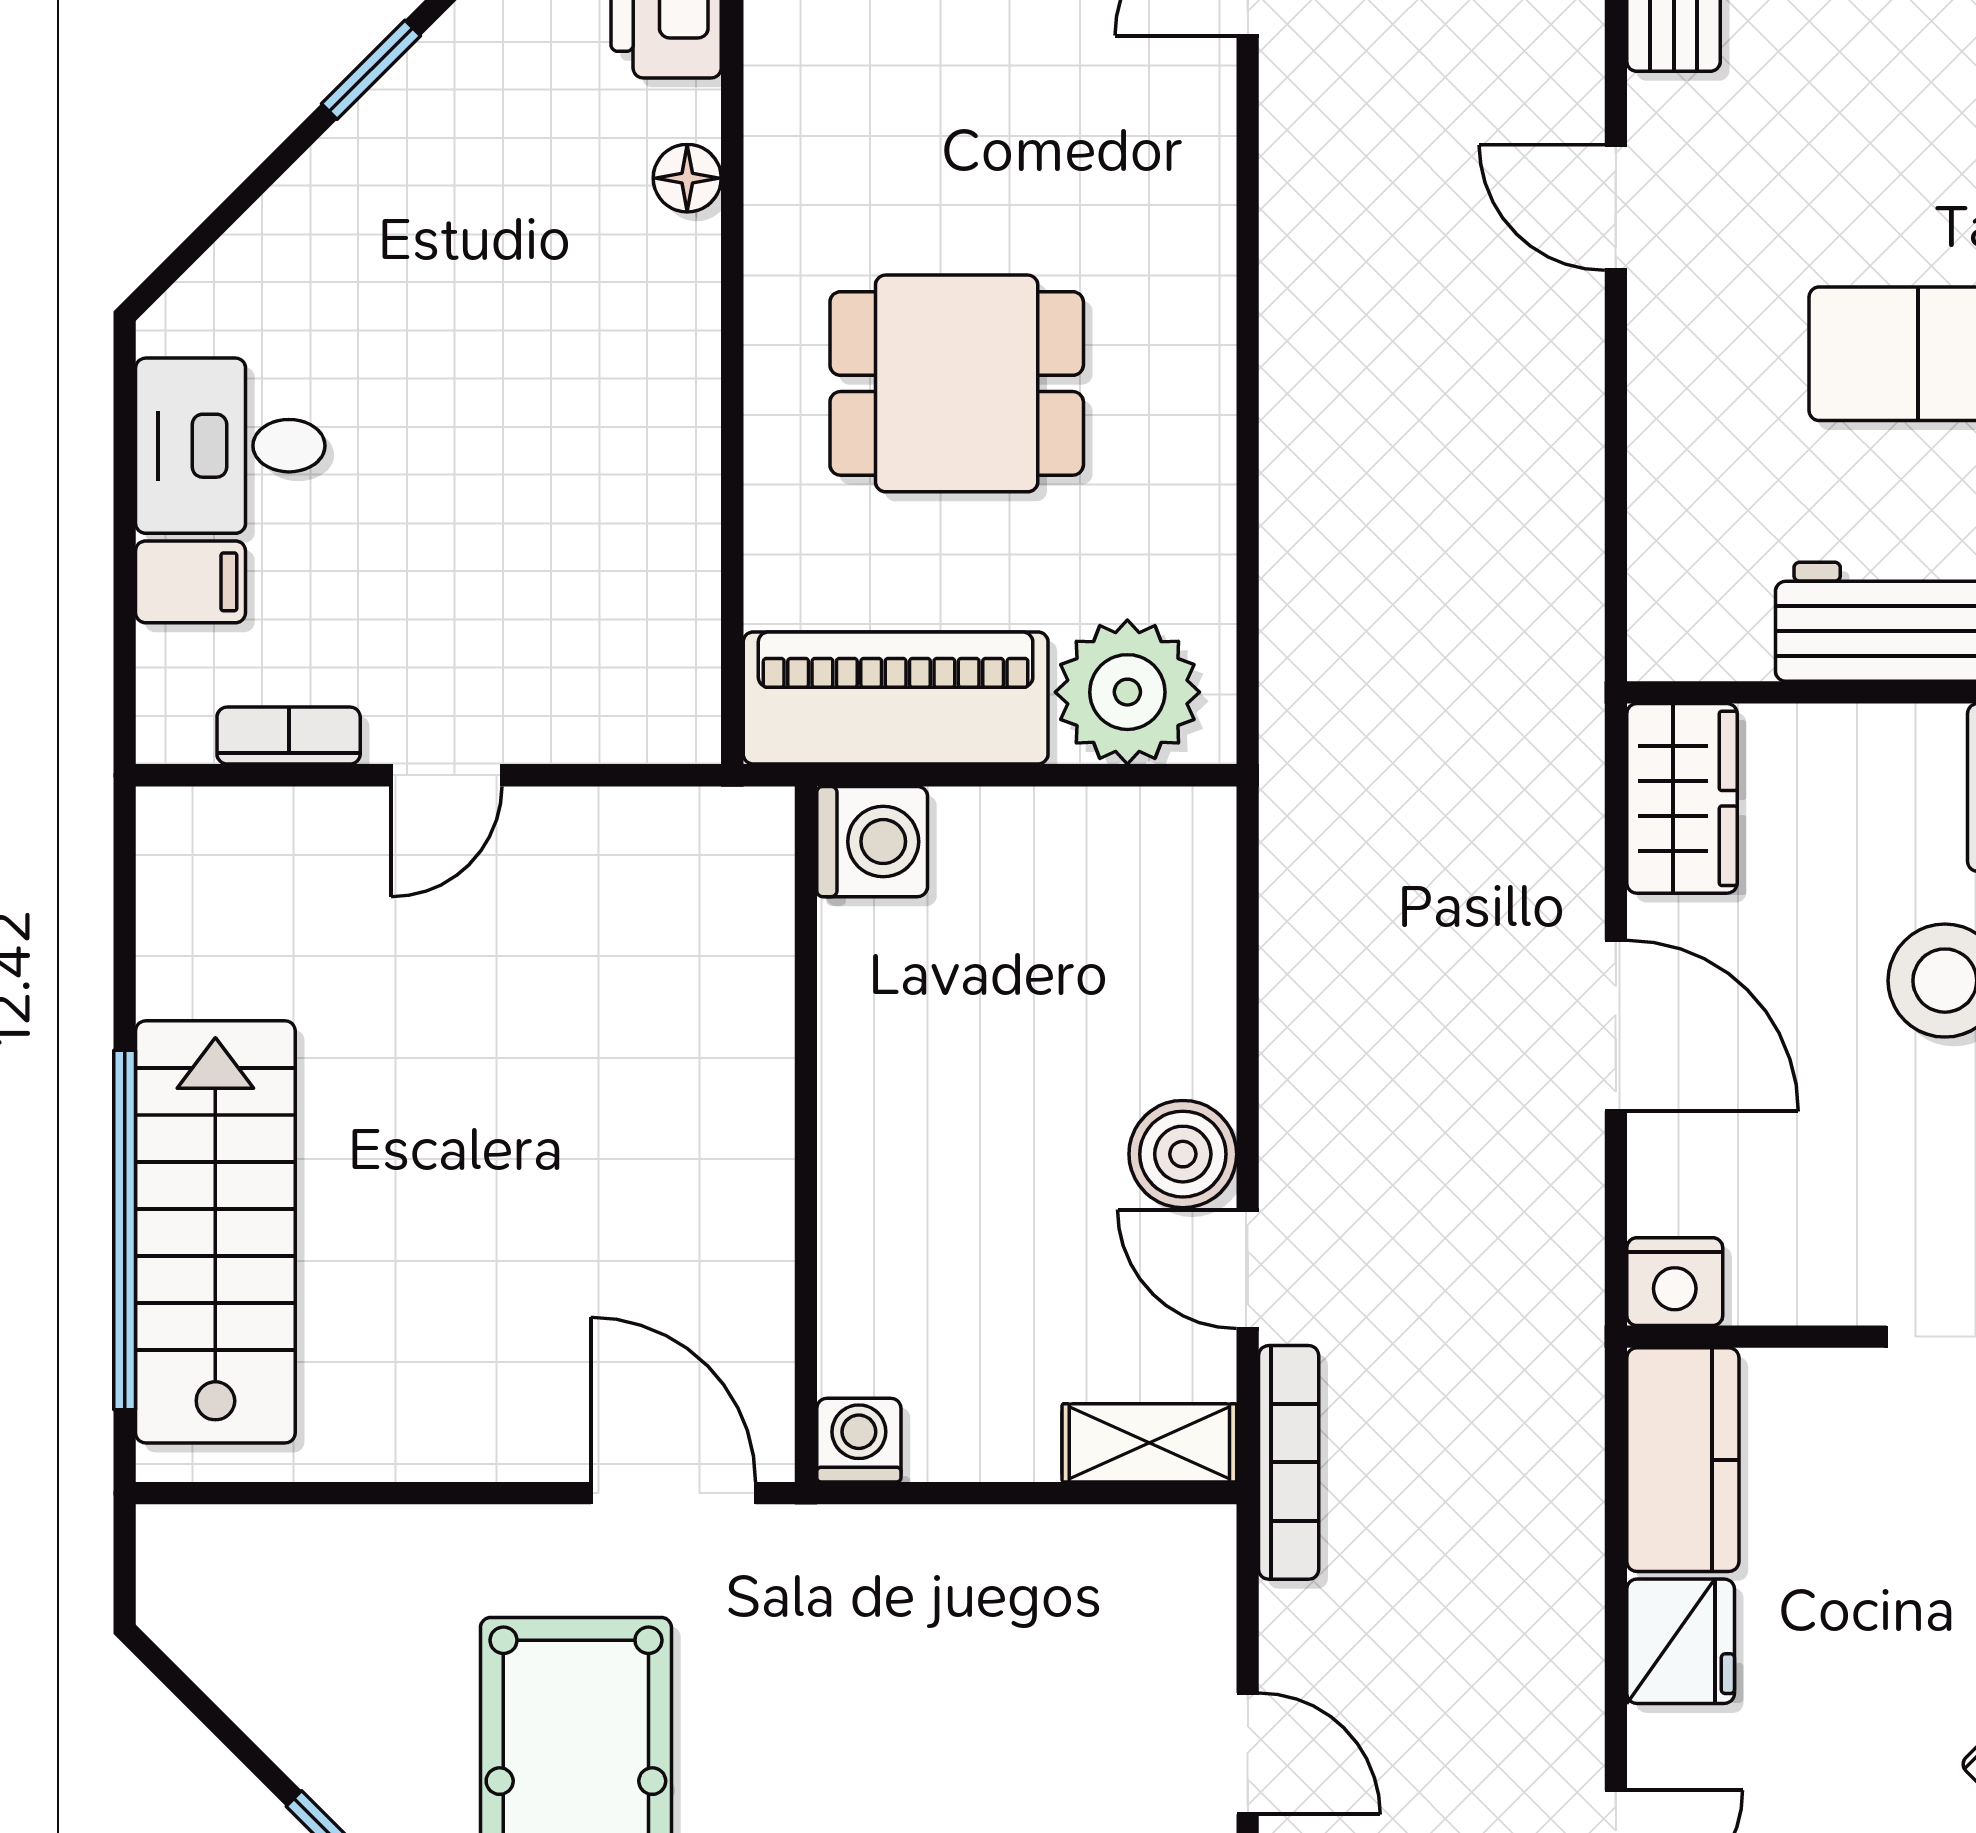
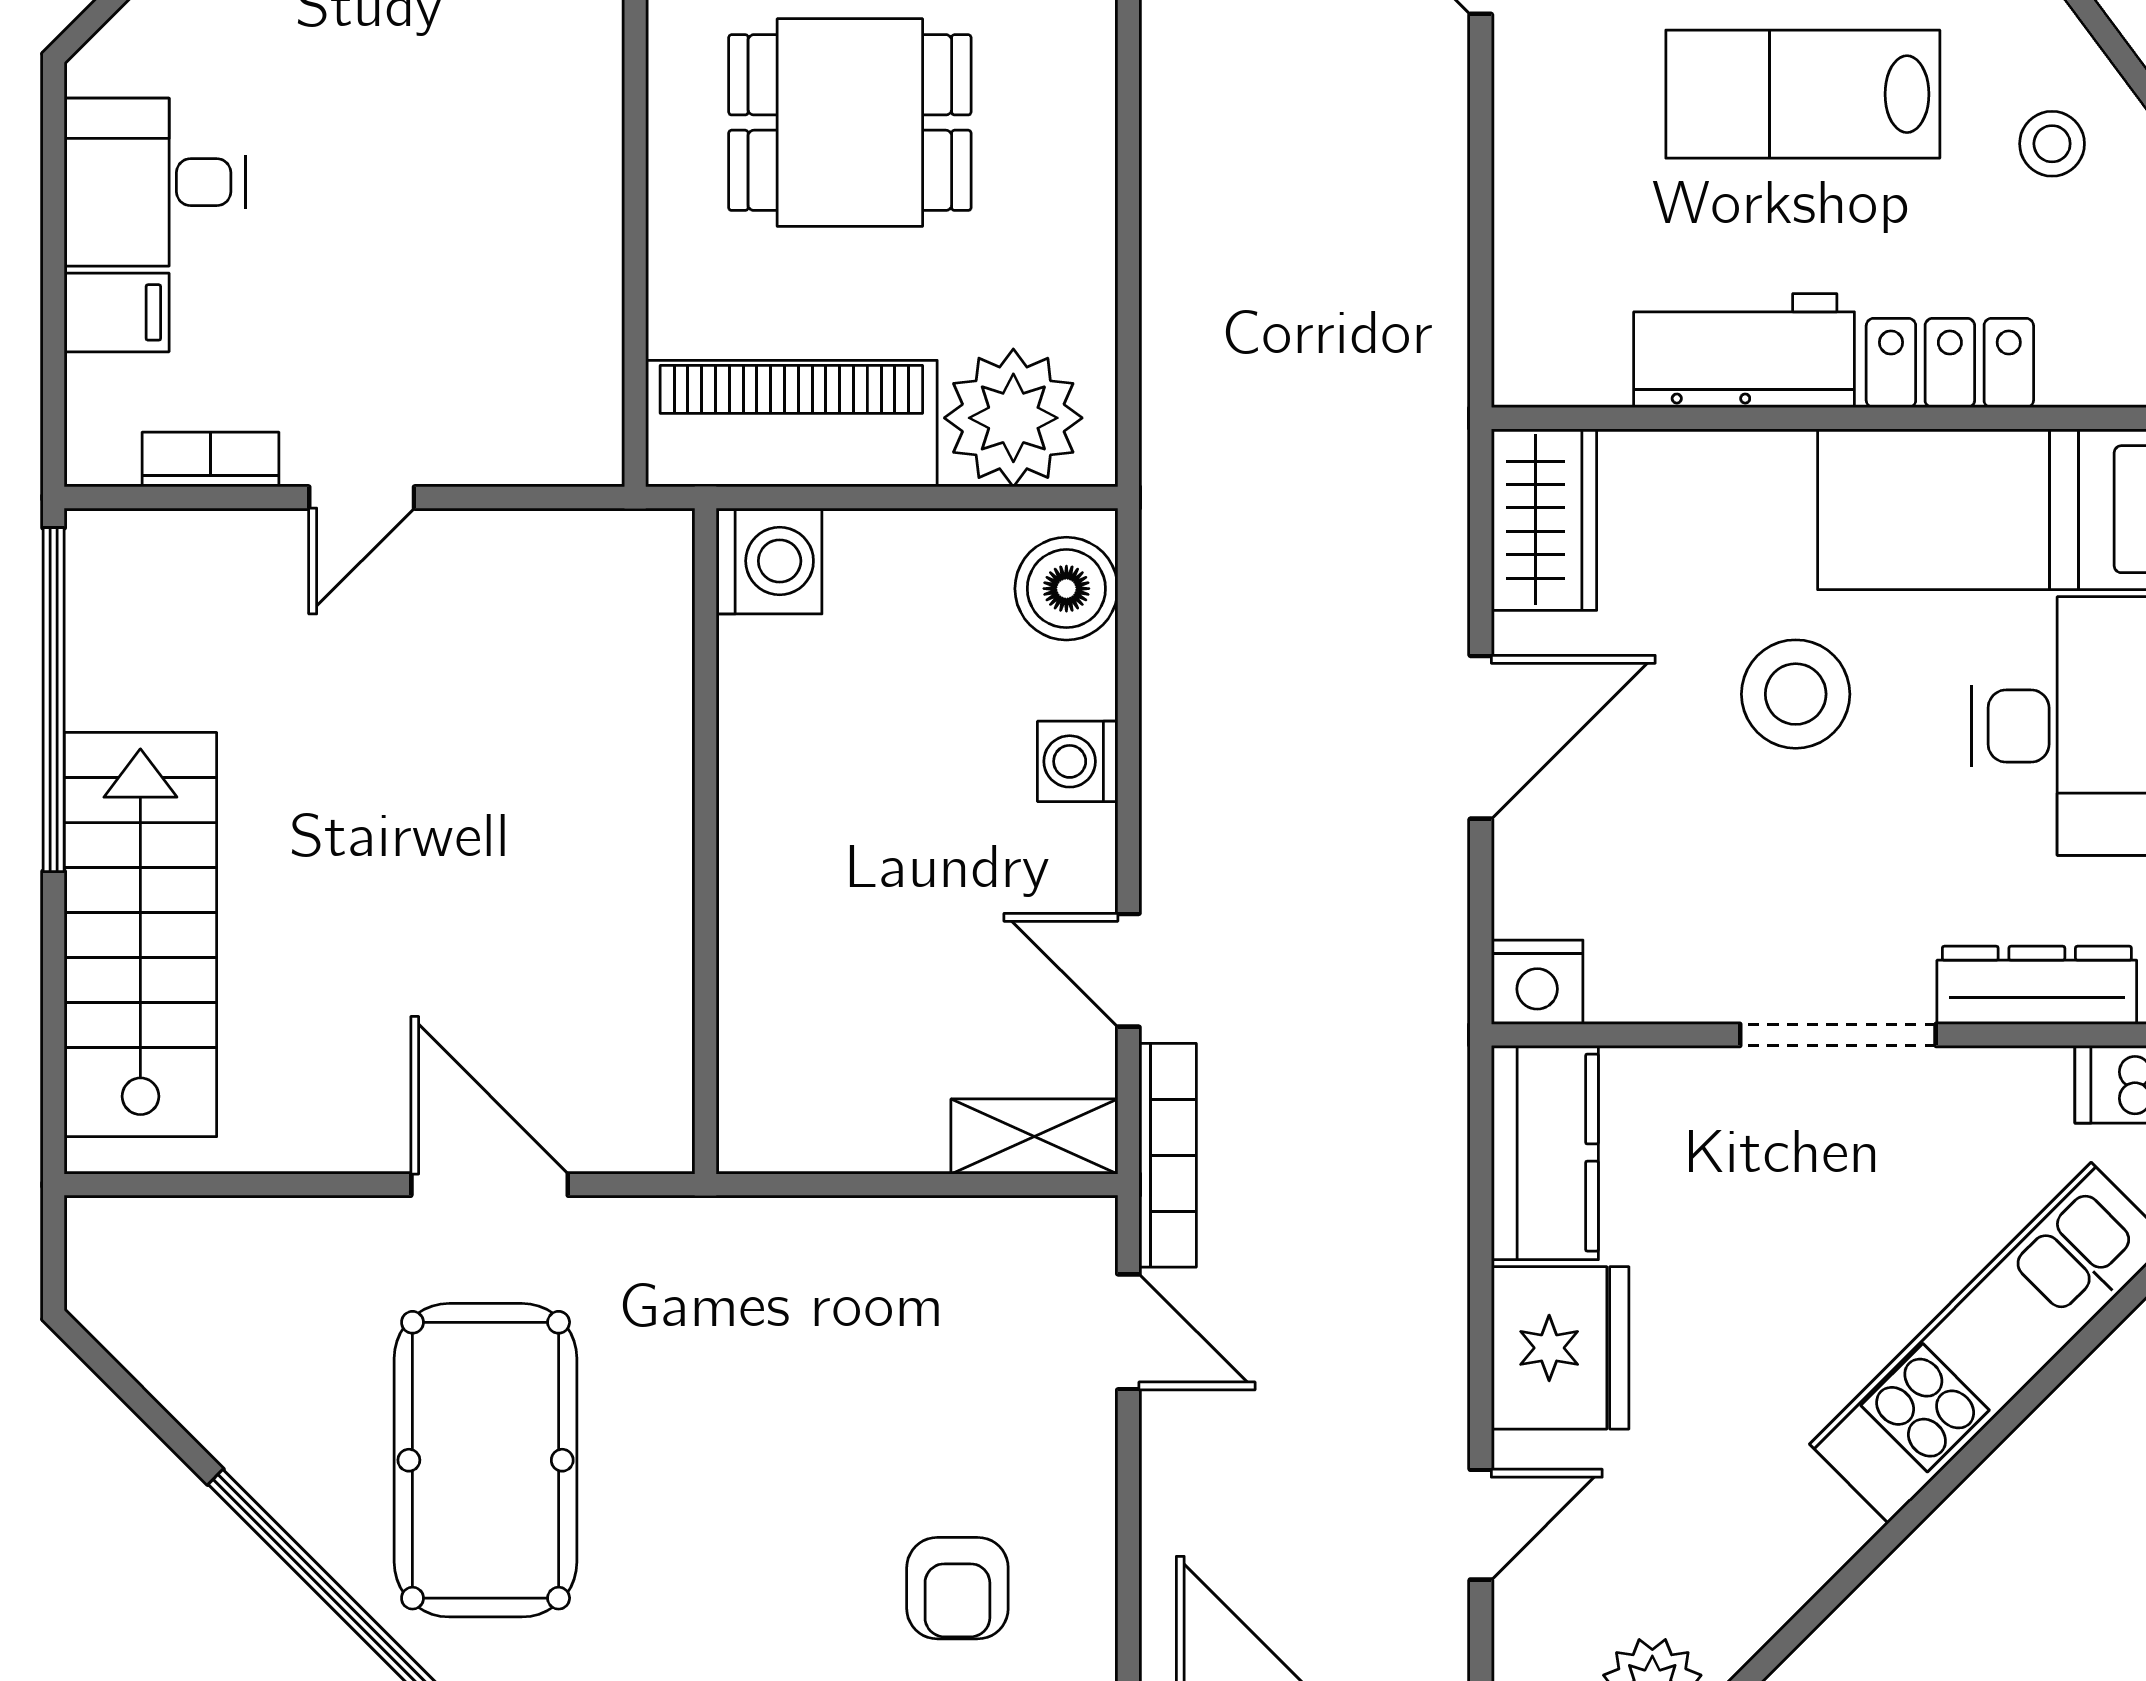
door: (1616, 1026) -> (1481, 737), hinge flipped
boiler: (1183, 1154) -> (1066, 589), moved
window: (125, 1230) -> (54, 700), moved
washing machine: (859, 1440) -> (1078, 761), moved, turned -90
door: (673, 1493) -> (490, 1185), moved
fridge: (1681, 1641) -> (1560, 1348), width x1.36, depth x1.34
door: (1248, 1754) -> (1128, 1332), moved

